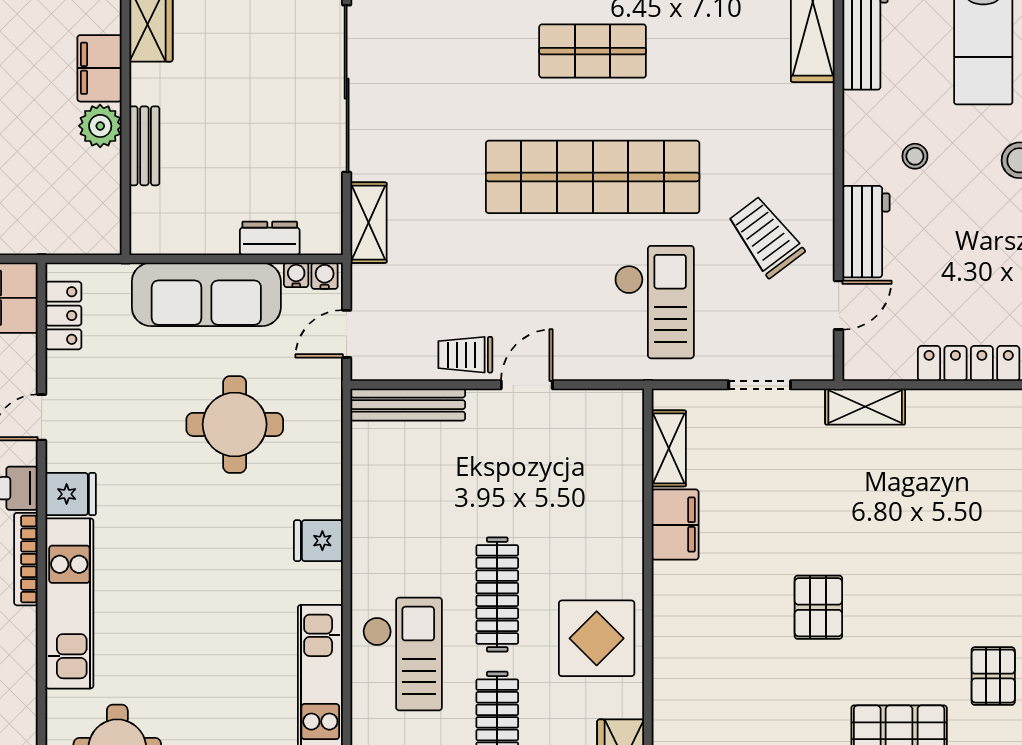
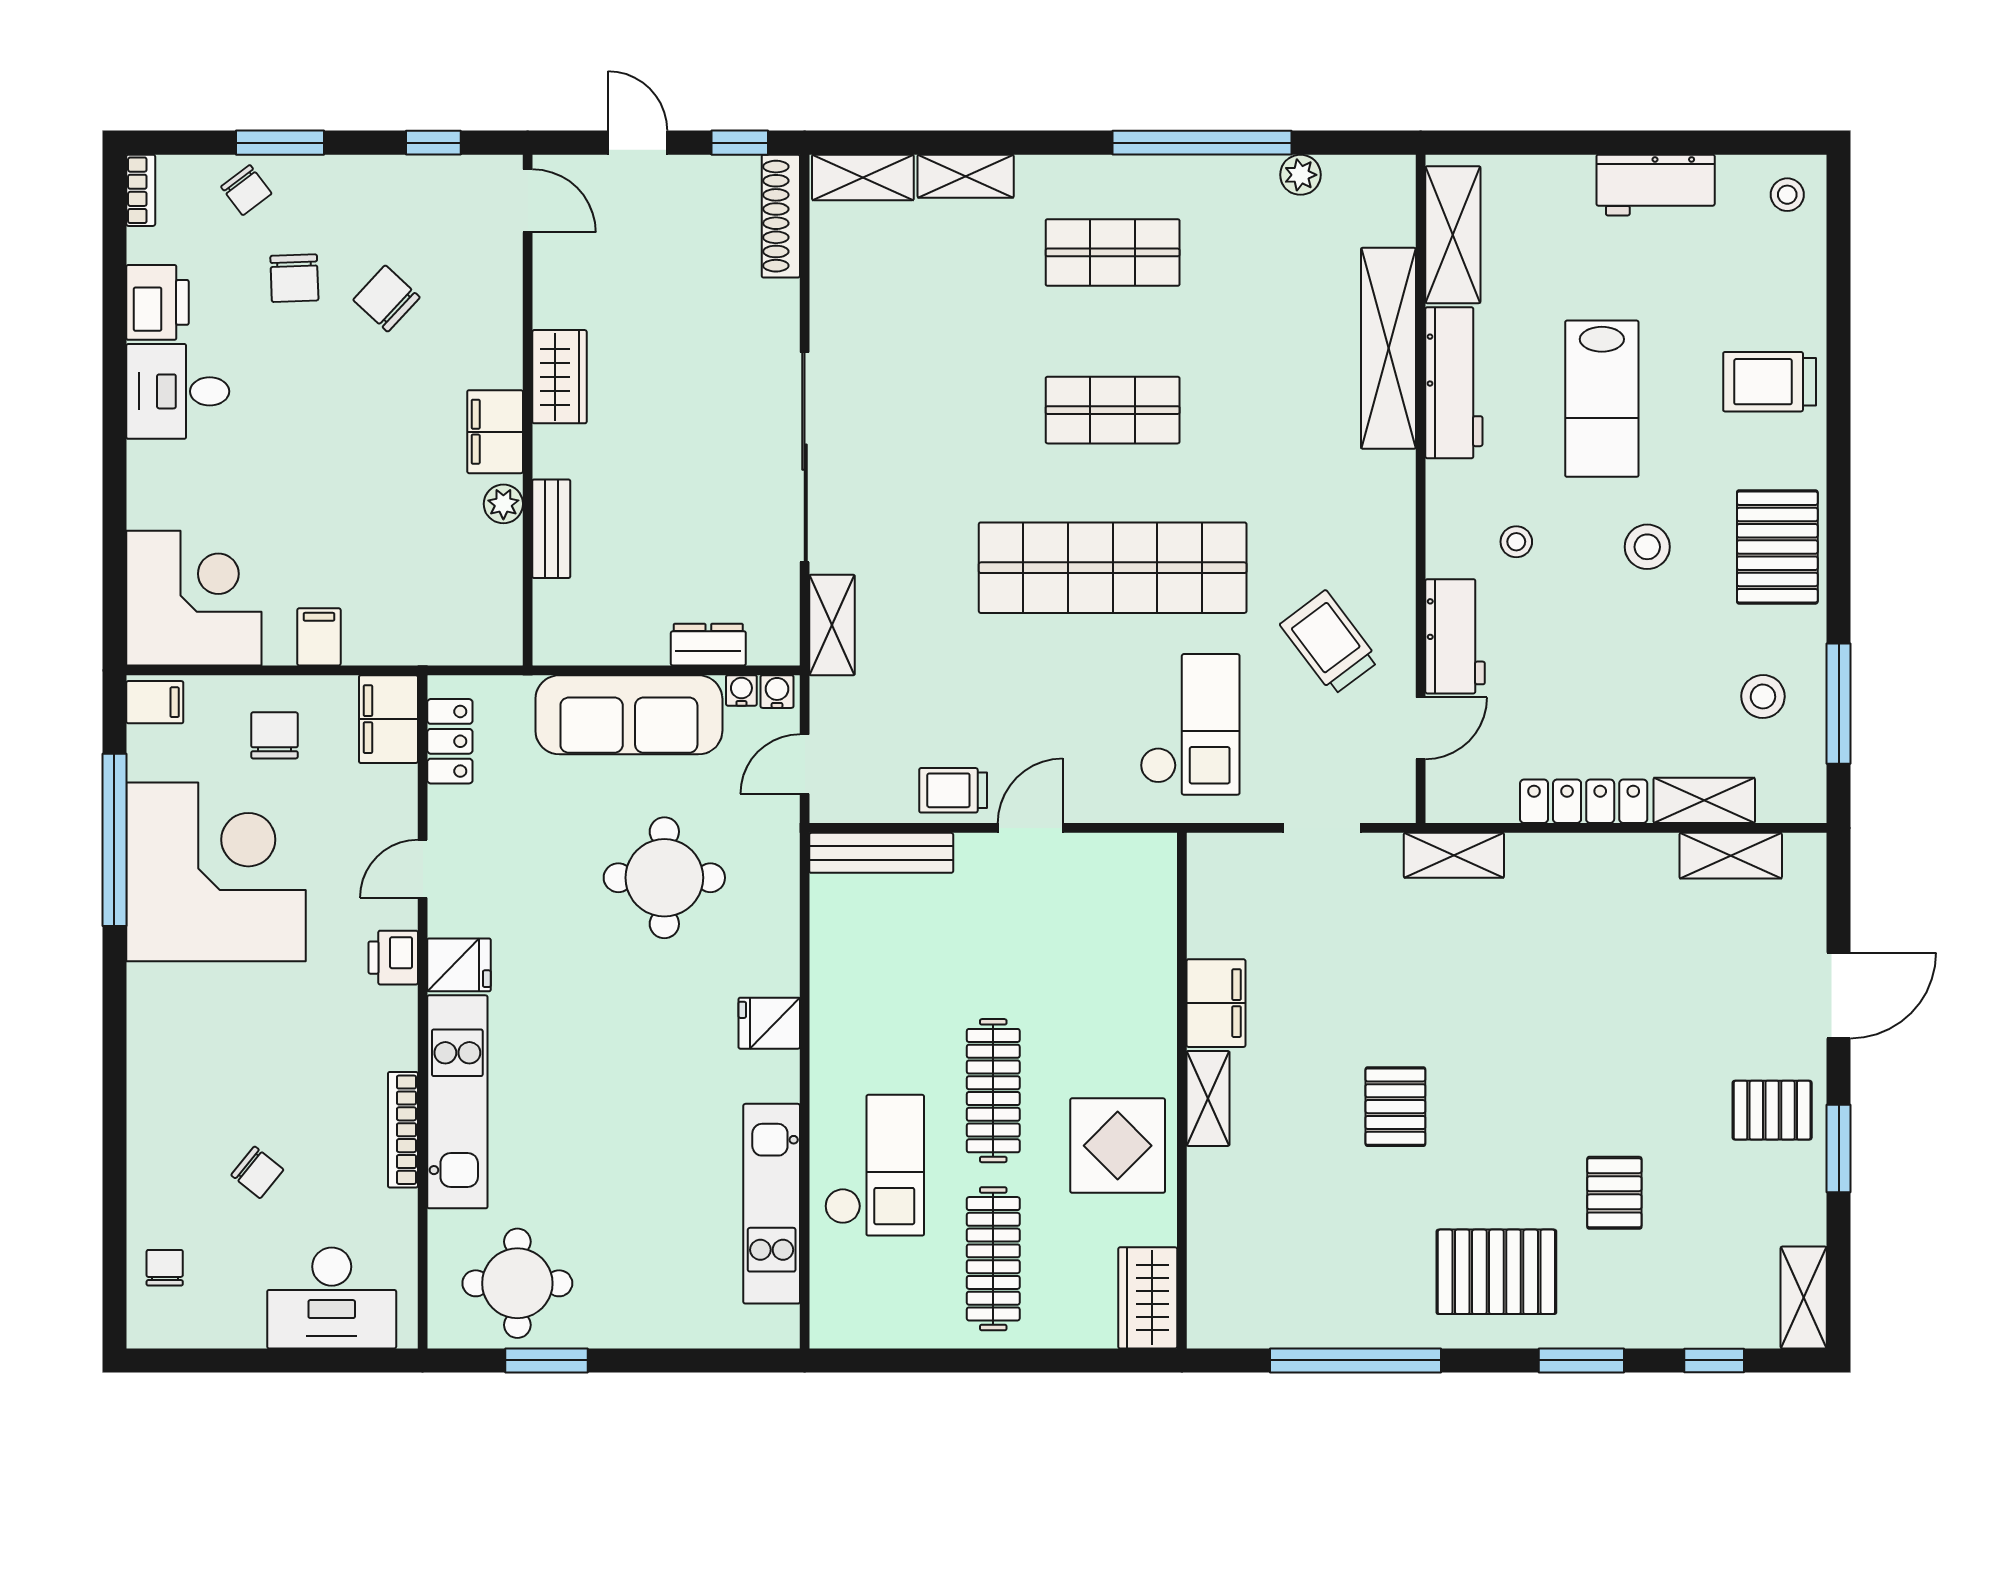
plant: (100, 126) -> (503, 504), width x0.73, depth x0.73
shelving: (669, 448) -> (1208, 1098), moved
bookcase: (26, 559) -> (403, 1130), moved

